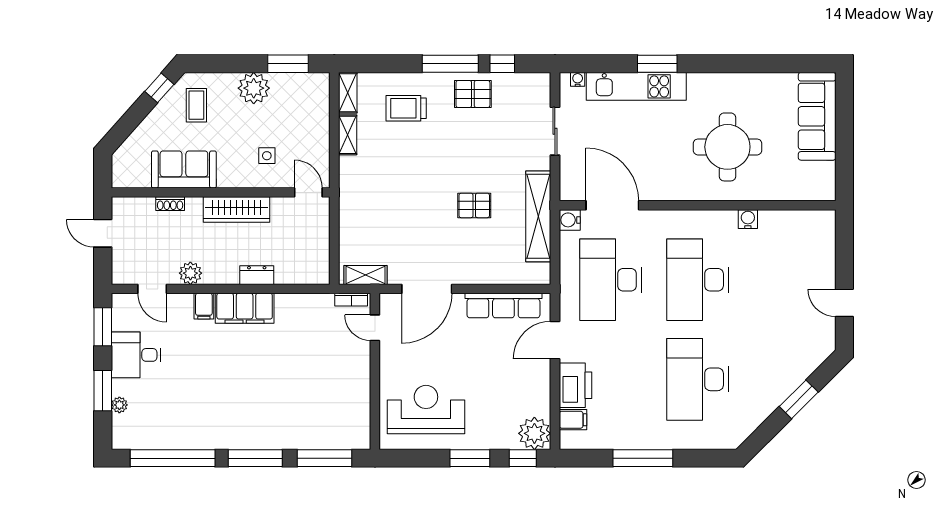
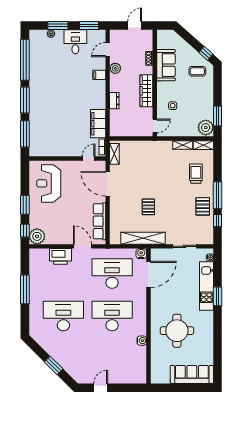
plant: (254, 88) -> (206, 128), moved
filing cabinet: (245, 308) -> (98, 124), moved
reception desk: (426, 410) -> (49, 183), turned 180
filing cabinet: (573, 420) -> (44, 255), removed

